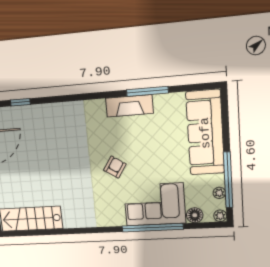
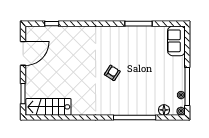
fireplace: (129, 106) -> (126, 32), removed
sofa: (205, 133) -> (176, 41), width x0.54, depth x0.79
corner sofa: (155, 204) -> (137, 101), removed

